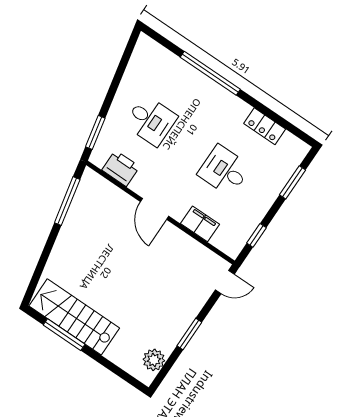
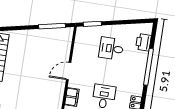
desk: (151, 120) -> (111, 49), turned 90
printer: (121, 168) -> (143, 42), moved, turned 180

